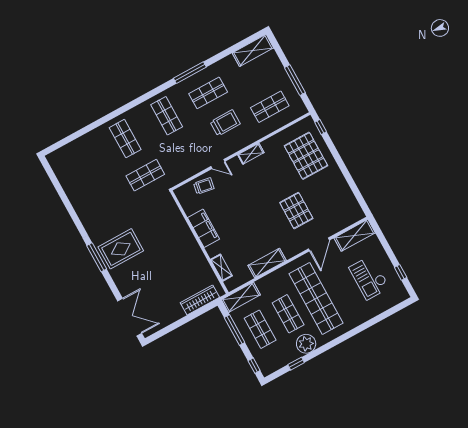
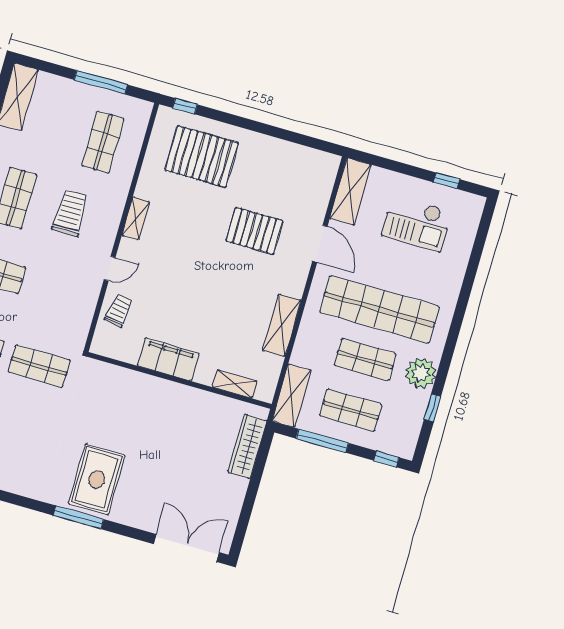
shop shelf: (145, 175) -> (39, 366), turned 90

